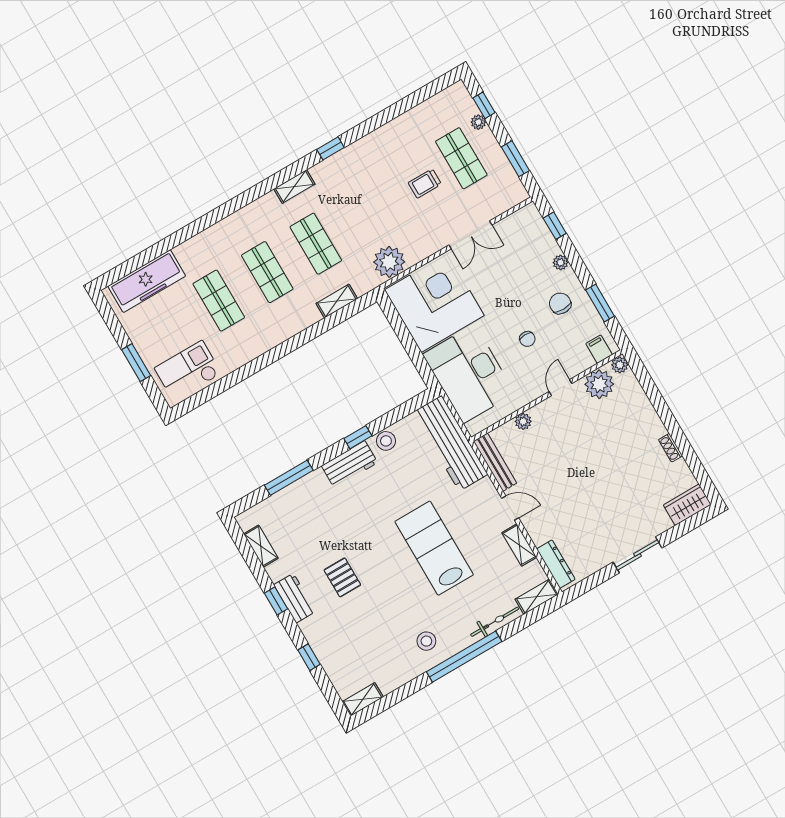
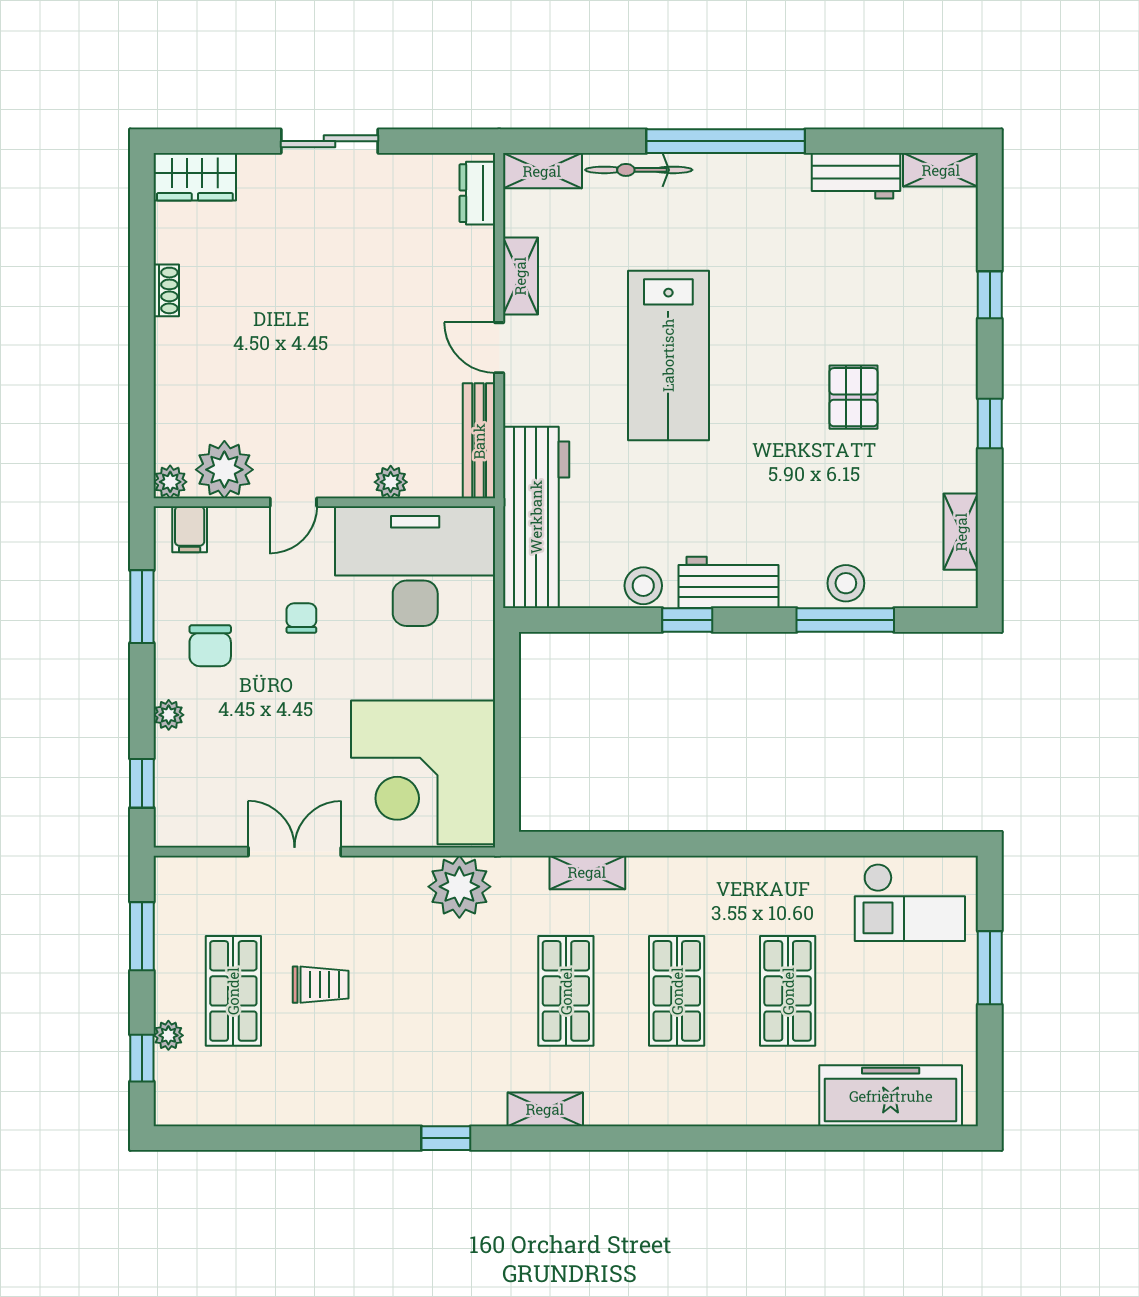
desk: (469, 374) -> (415, 566), moved, turned -90
dresser: (556, 564) -> (477, 193), width x0.70
workbench: (295, 598) -> (856, 176), moved, turned -90
stool: (426, 641) -> (846, 583), moved

